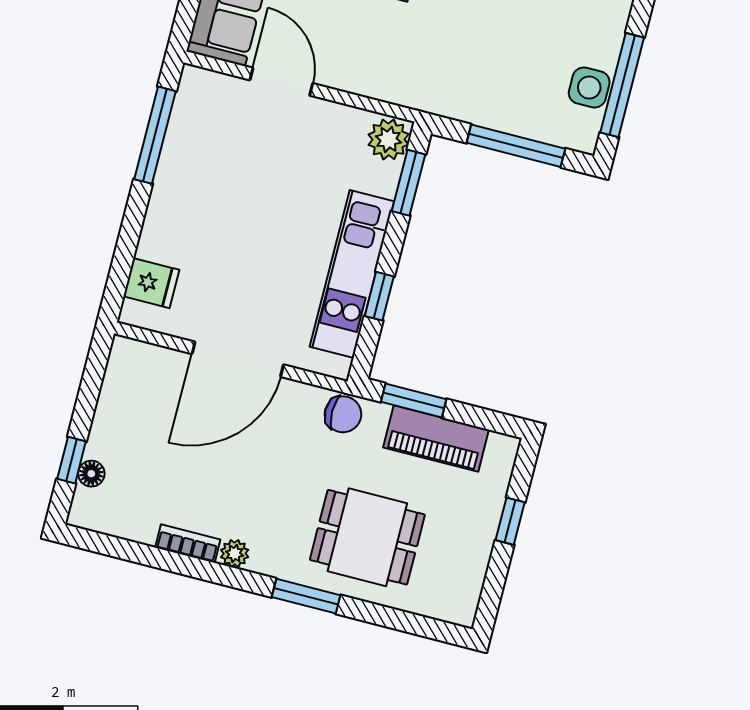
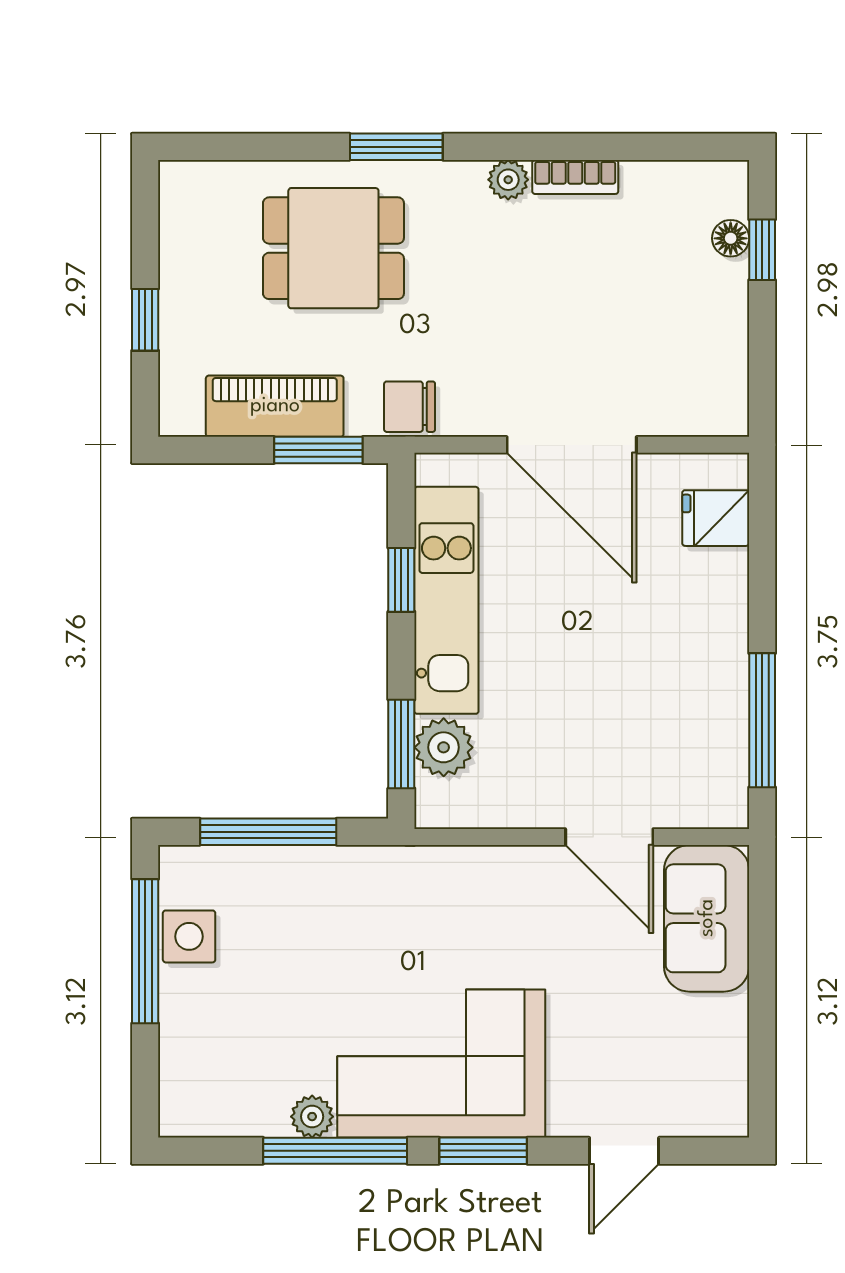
plant: (389, 139) -> (444, 747), moved
door: (238, 359) -> (572, 445), swing flipped

